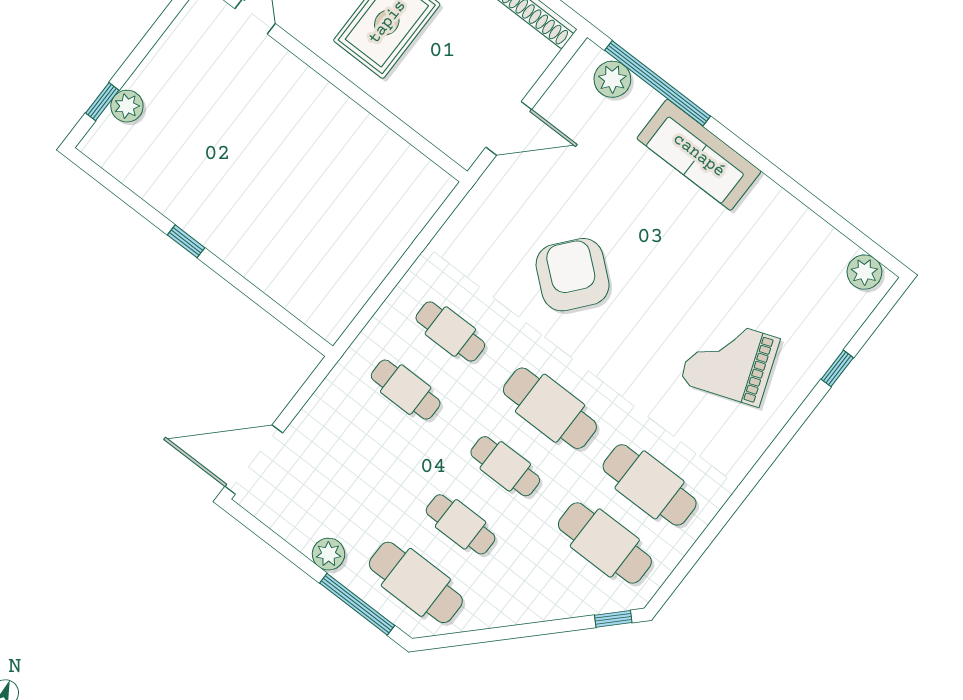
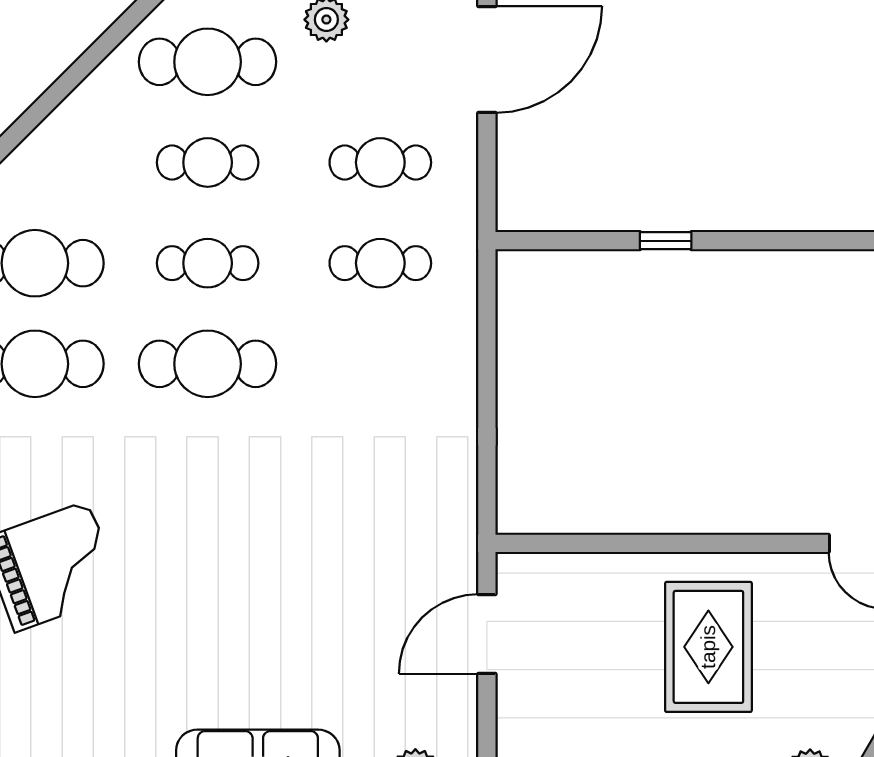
window: (186, 241) -> (666, 241), moved
armchair: (573, 275) -> (295, 528), removed
cafe table: (450, 332) -> (380, 162), moved

